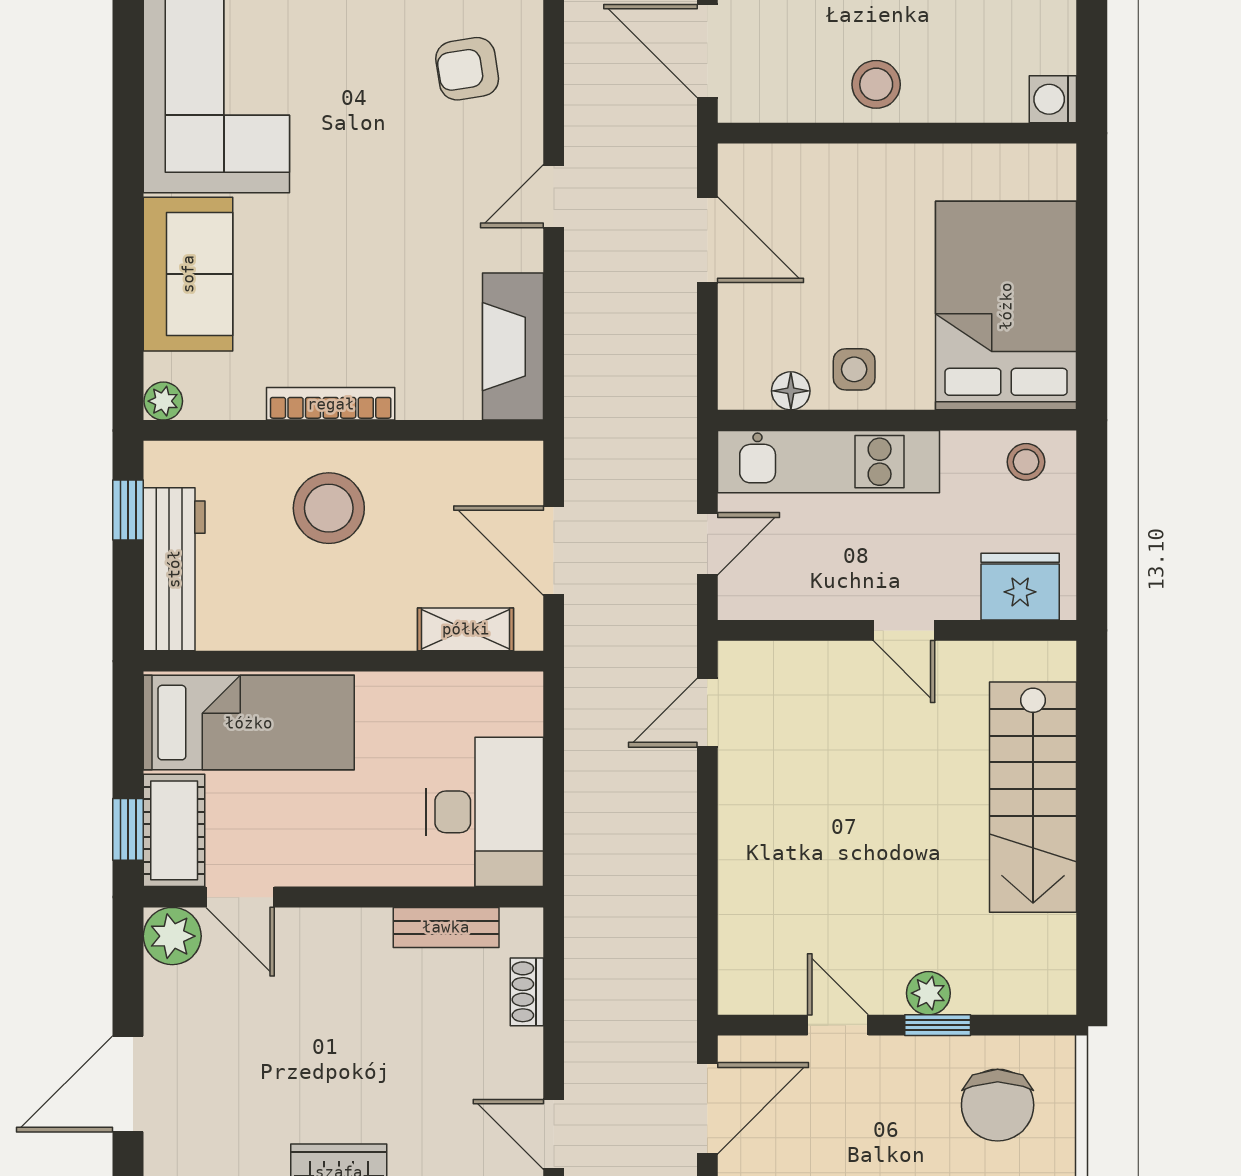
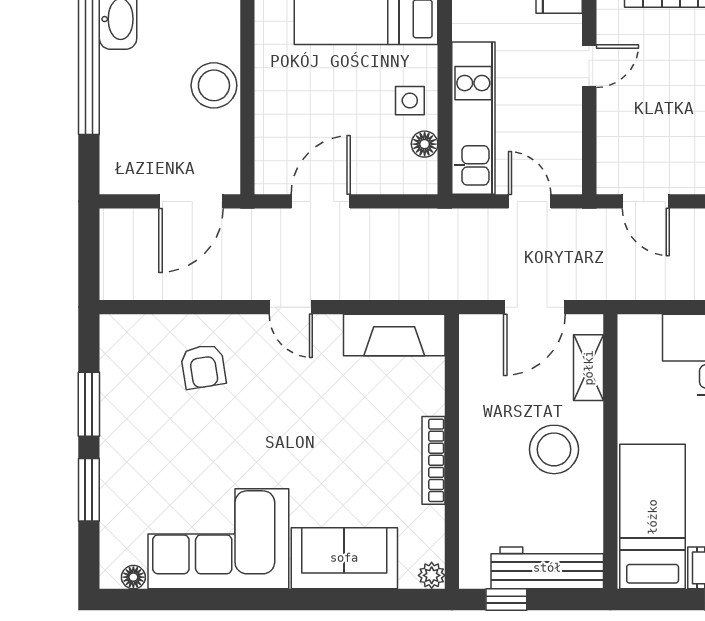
stool: (876, 84) -> (214, 85), width x1.38, depth x1.38
stool: (329, 508) -> (554, 449), moved

